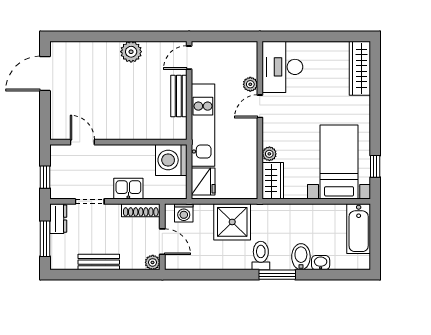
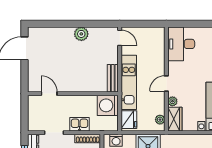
door: (189, 58) -> (120, 38), swing flipped
plant: (250, 84) -> (160, 120), moved
bench: (179, 96) -> (113, 78), moved
door: (260, 106) -> (166, 83), moved
window: (45, 177) -> (24, 117), removed

